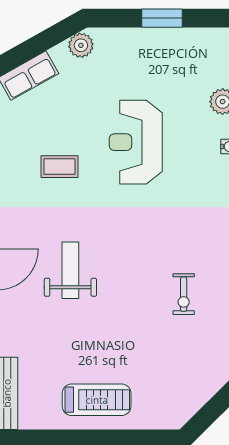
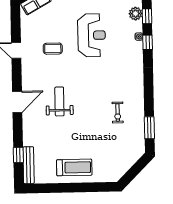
reception desk: (136, 142) -> (92, 35), turned 180

